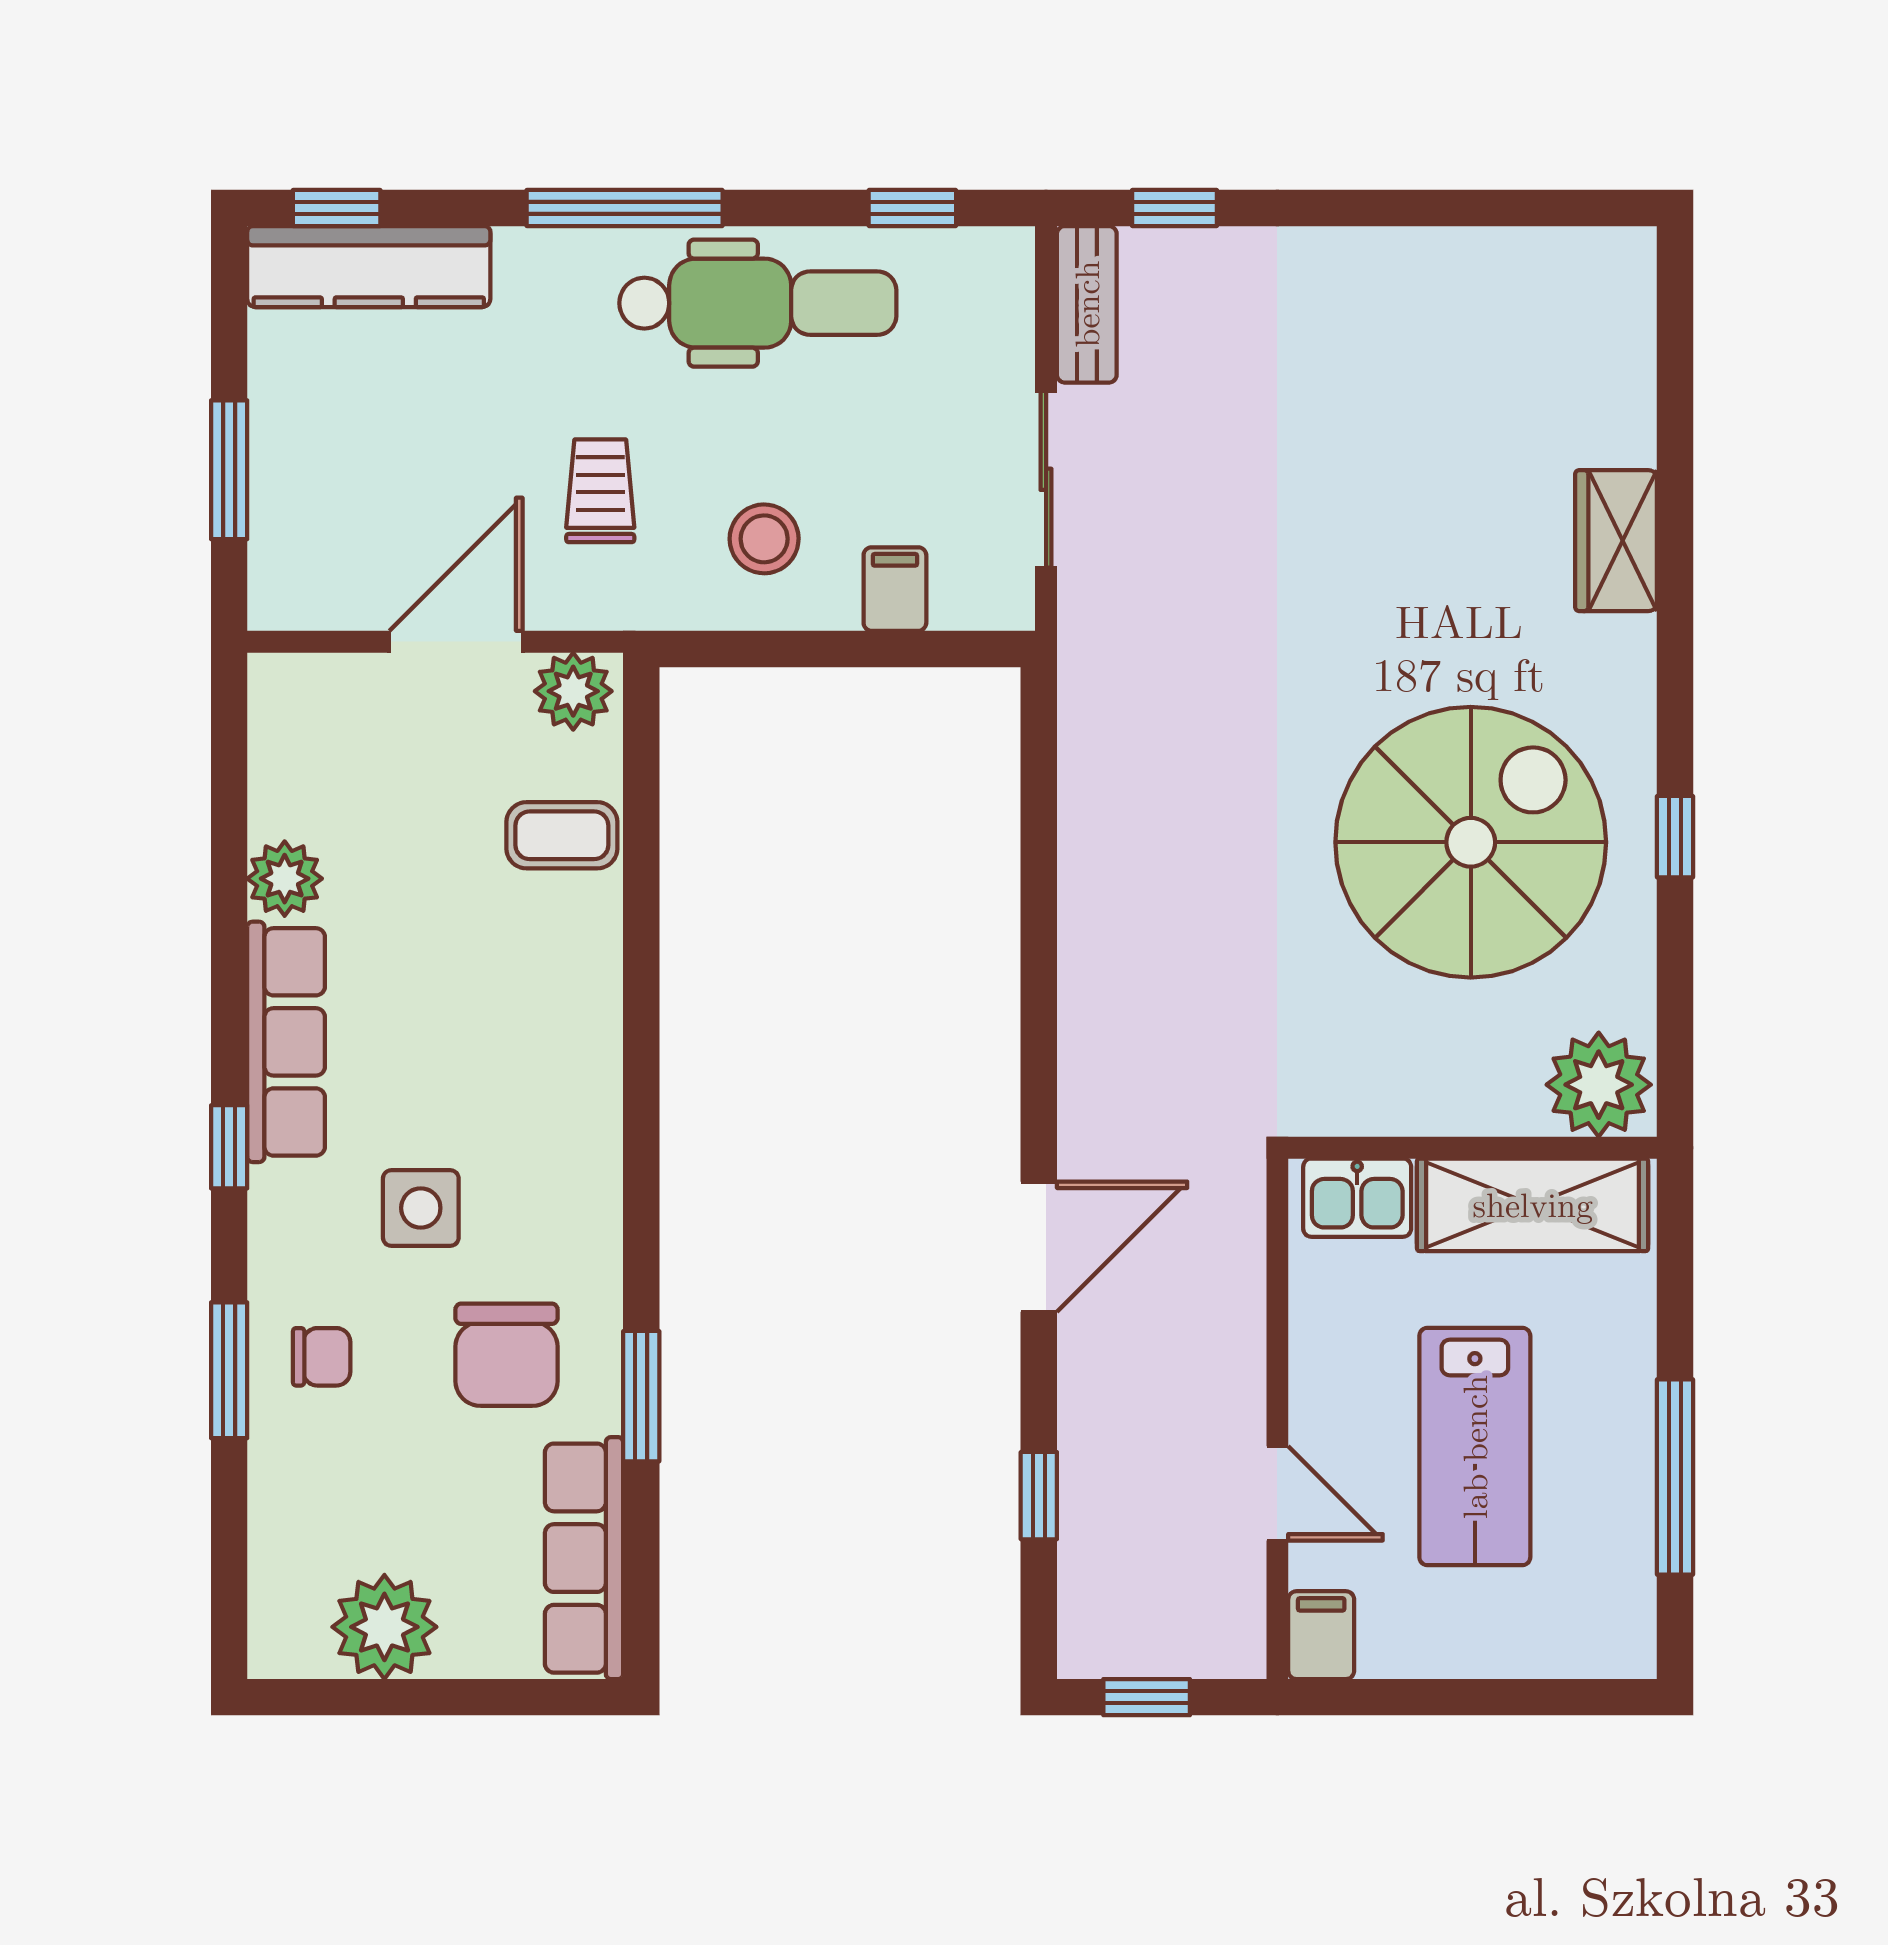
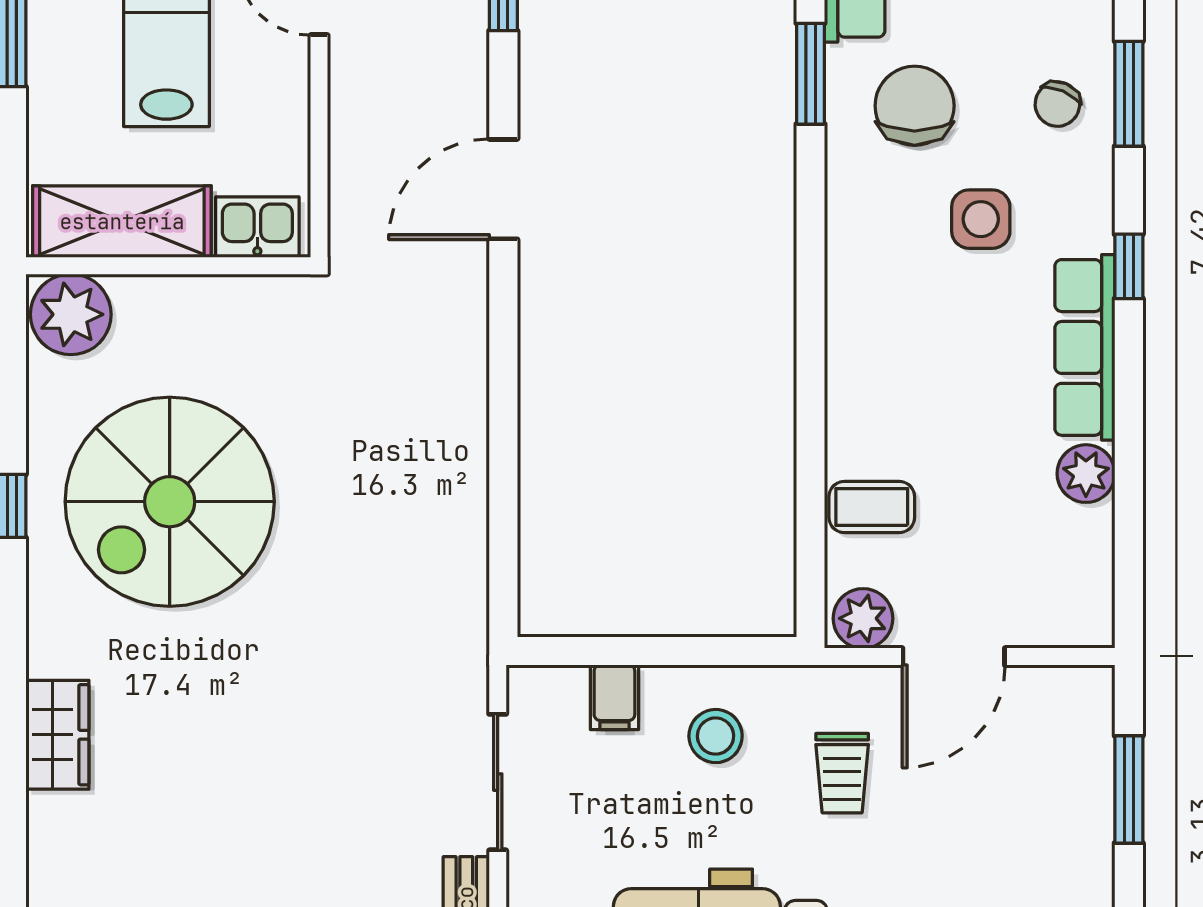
chair: (322, 1357) -> (1057, 104), turned -67

